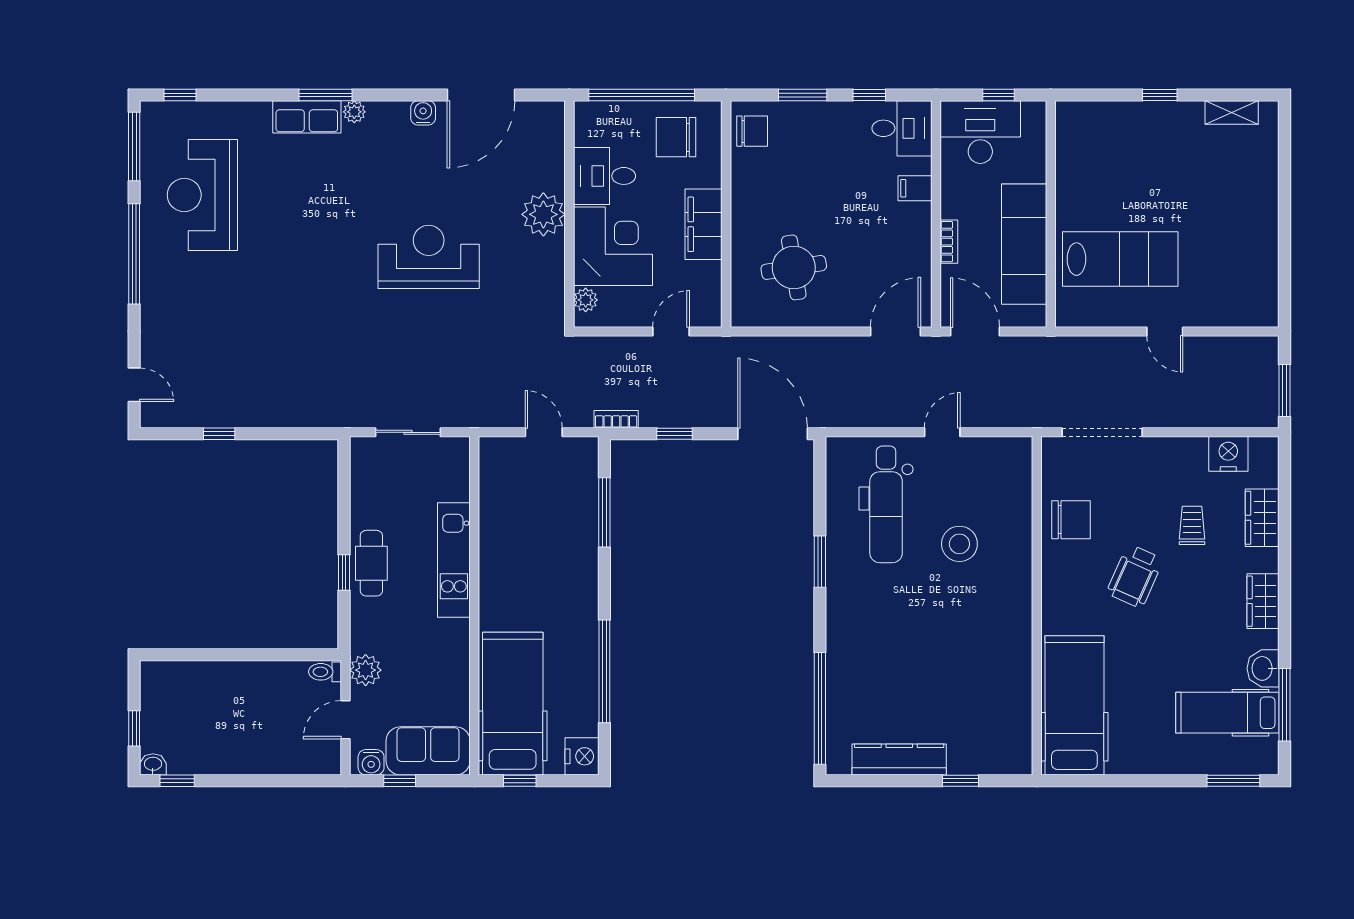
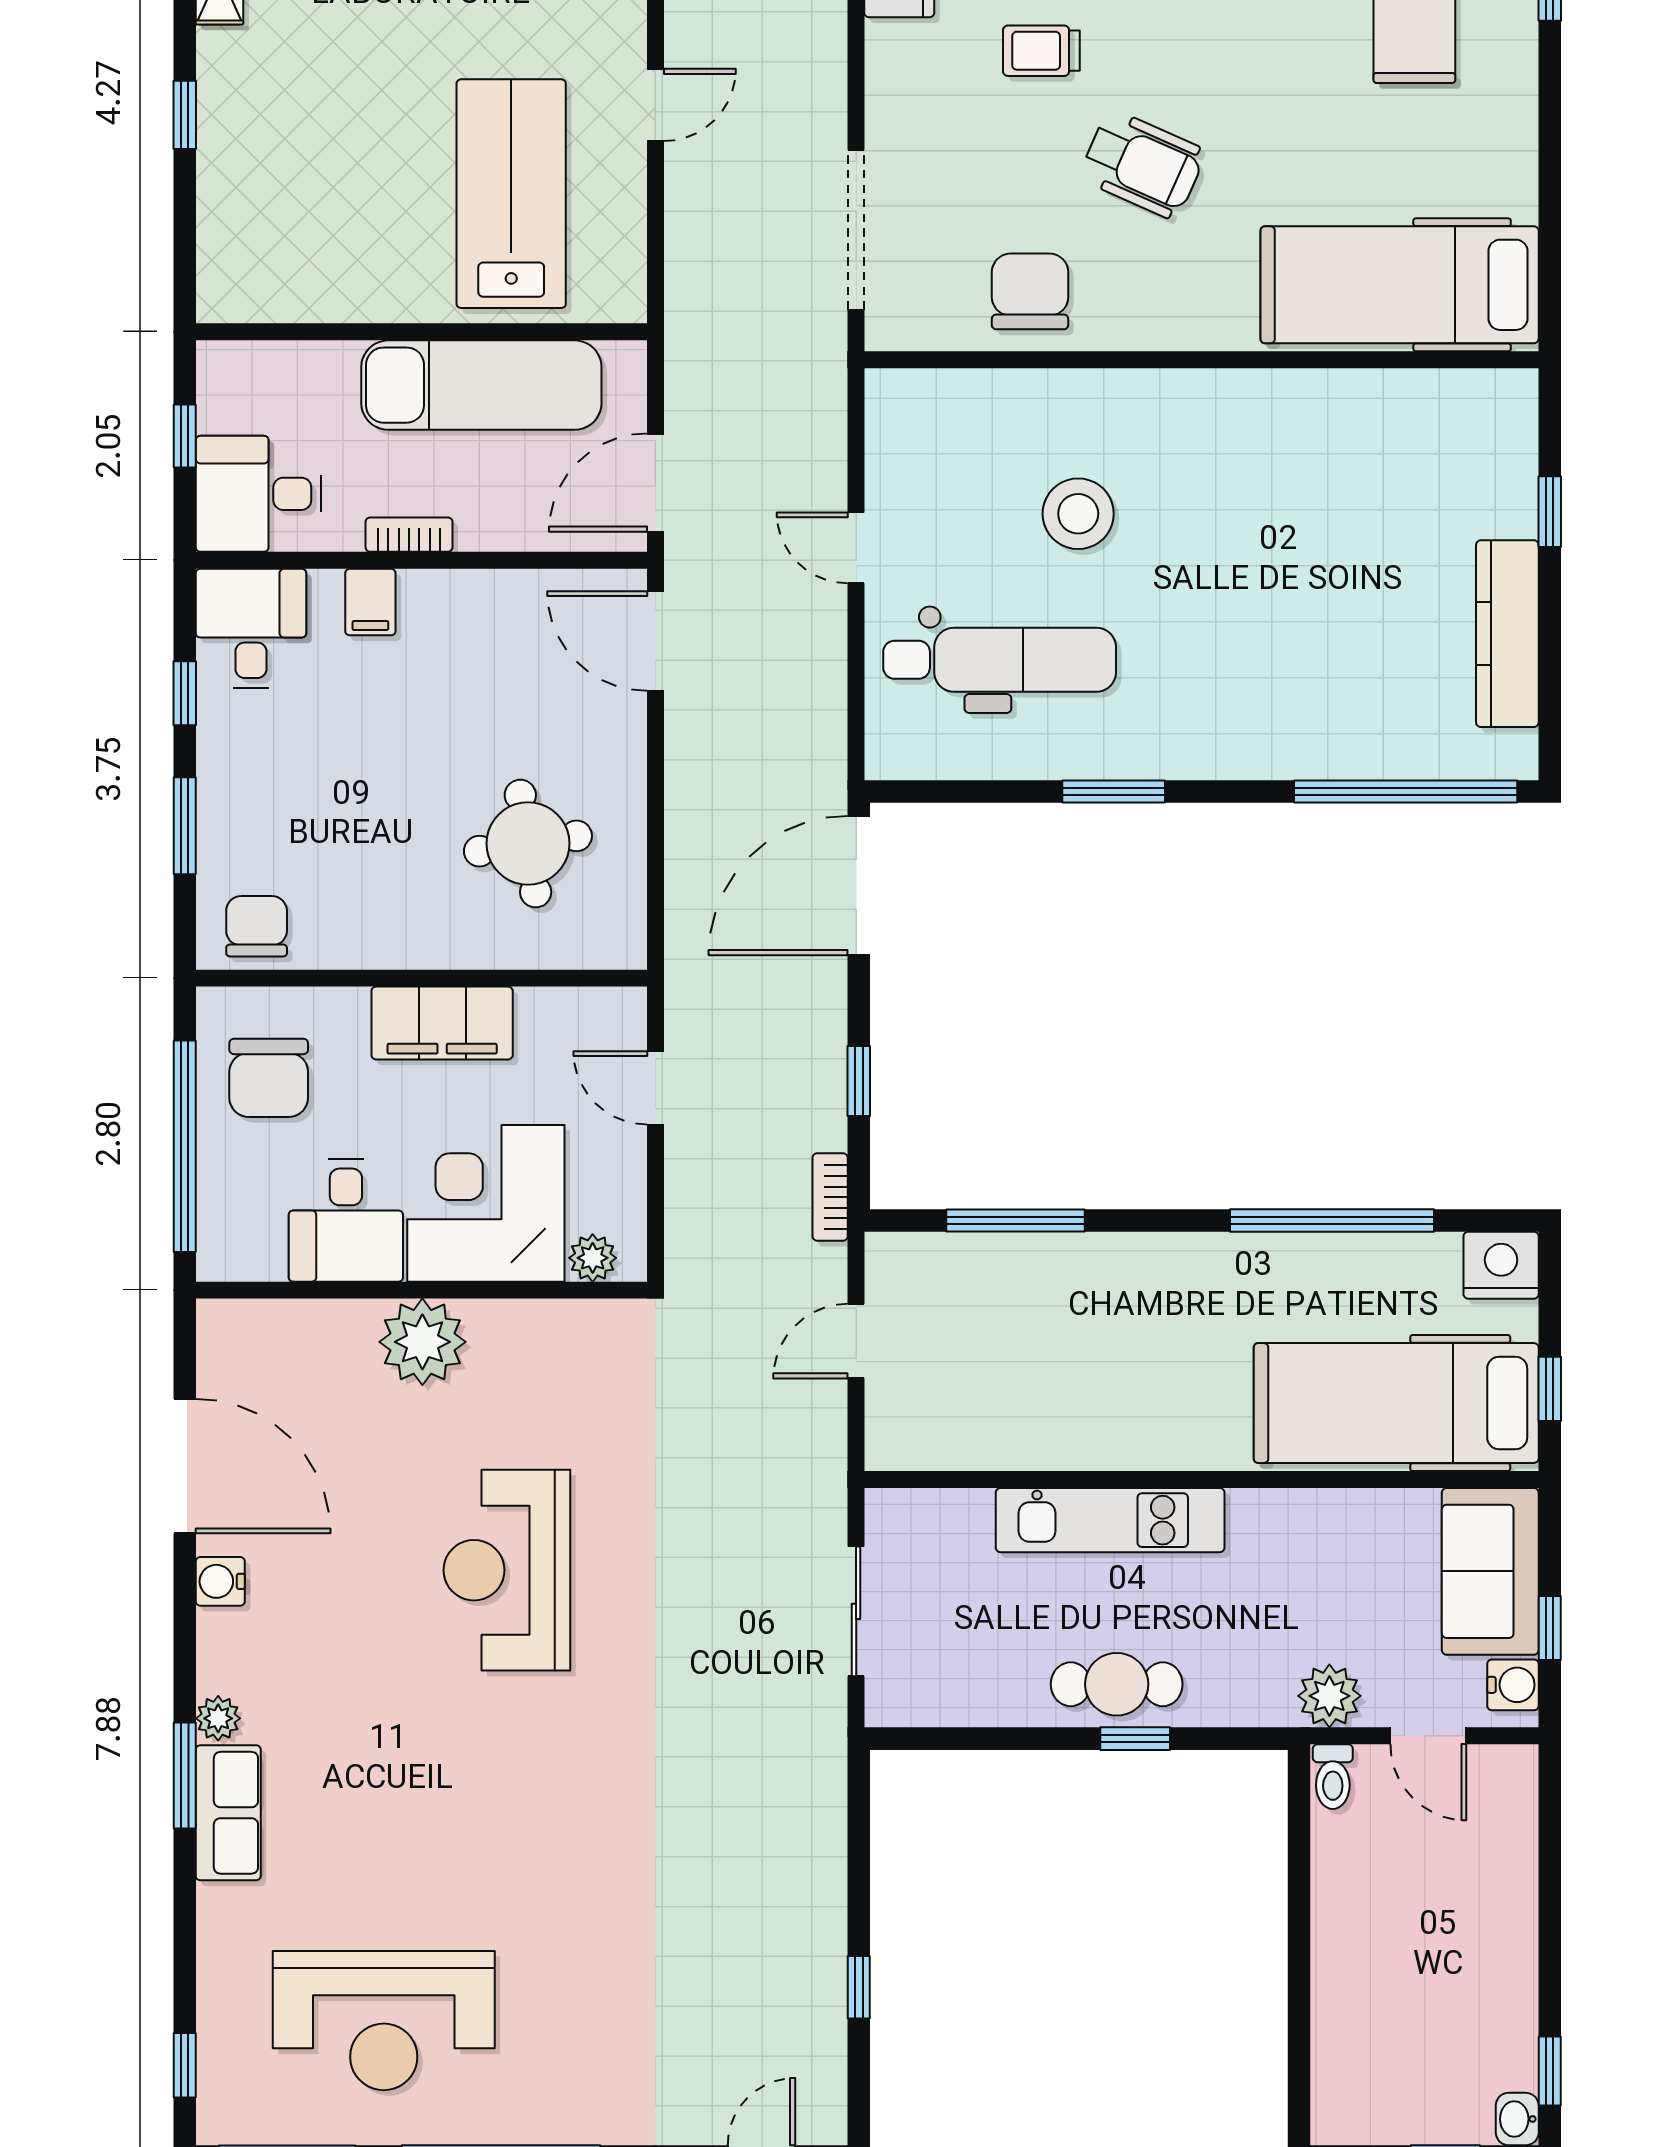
desk: (980, 132) -> (258, 494), width x0.73
bookcase: (949, 242) -> (409, 535), moved

